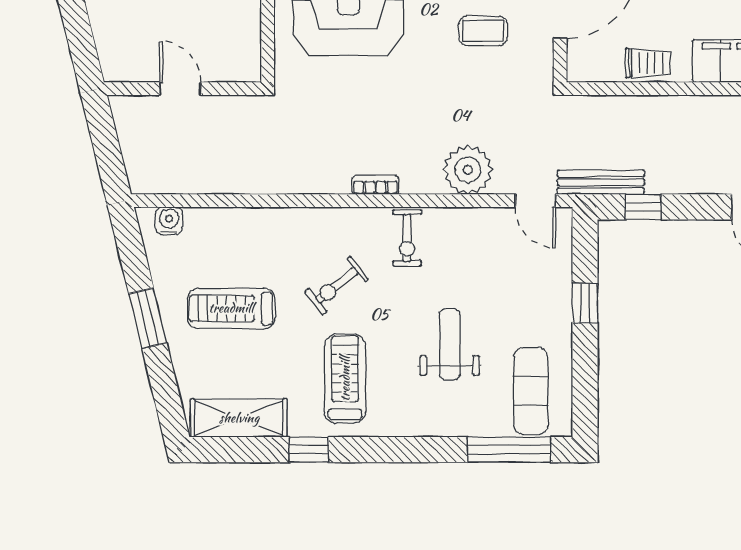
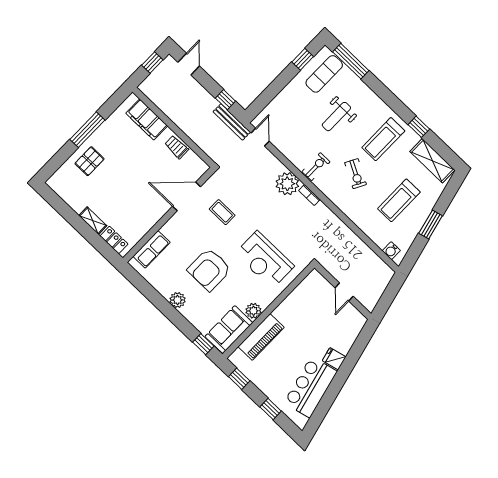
plant: (468, 170) -> (287, 184), moved
exercise bike: (337, 285) -> (356, 174), turned 66
window: (585, 303) -> (303, 59), moved
treadmill: (231, 308) -> (399, 200), turned 90

